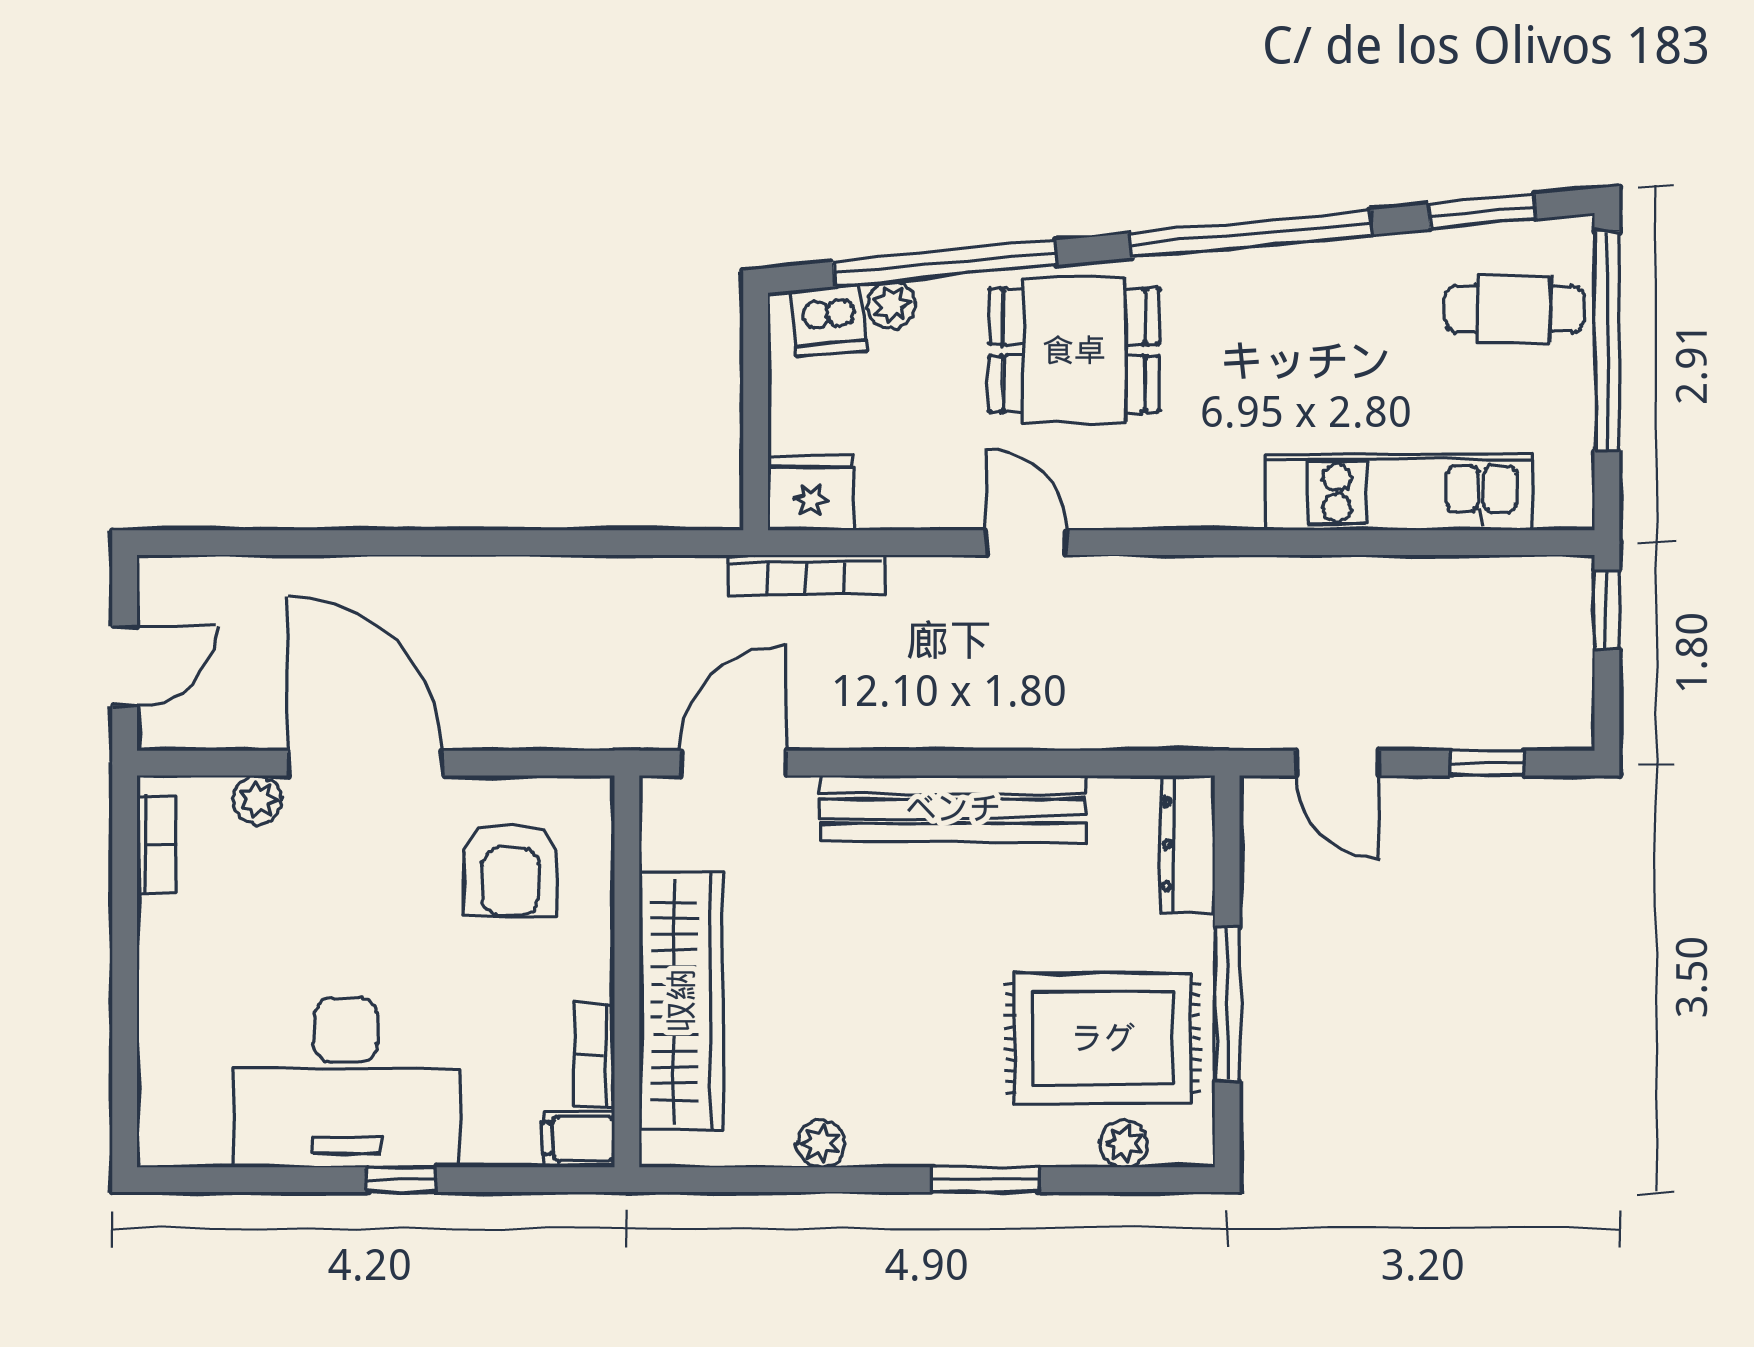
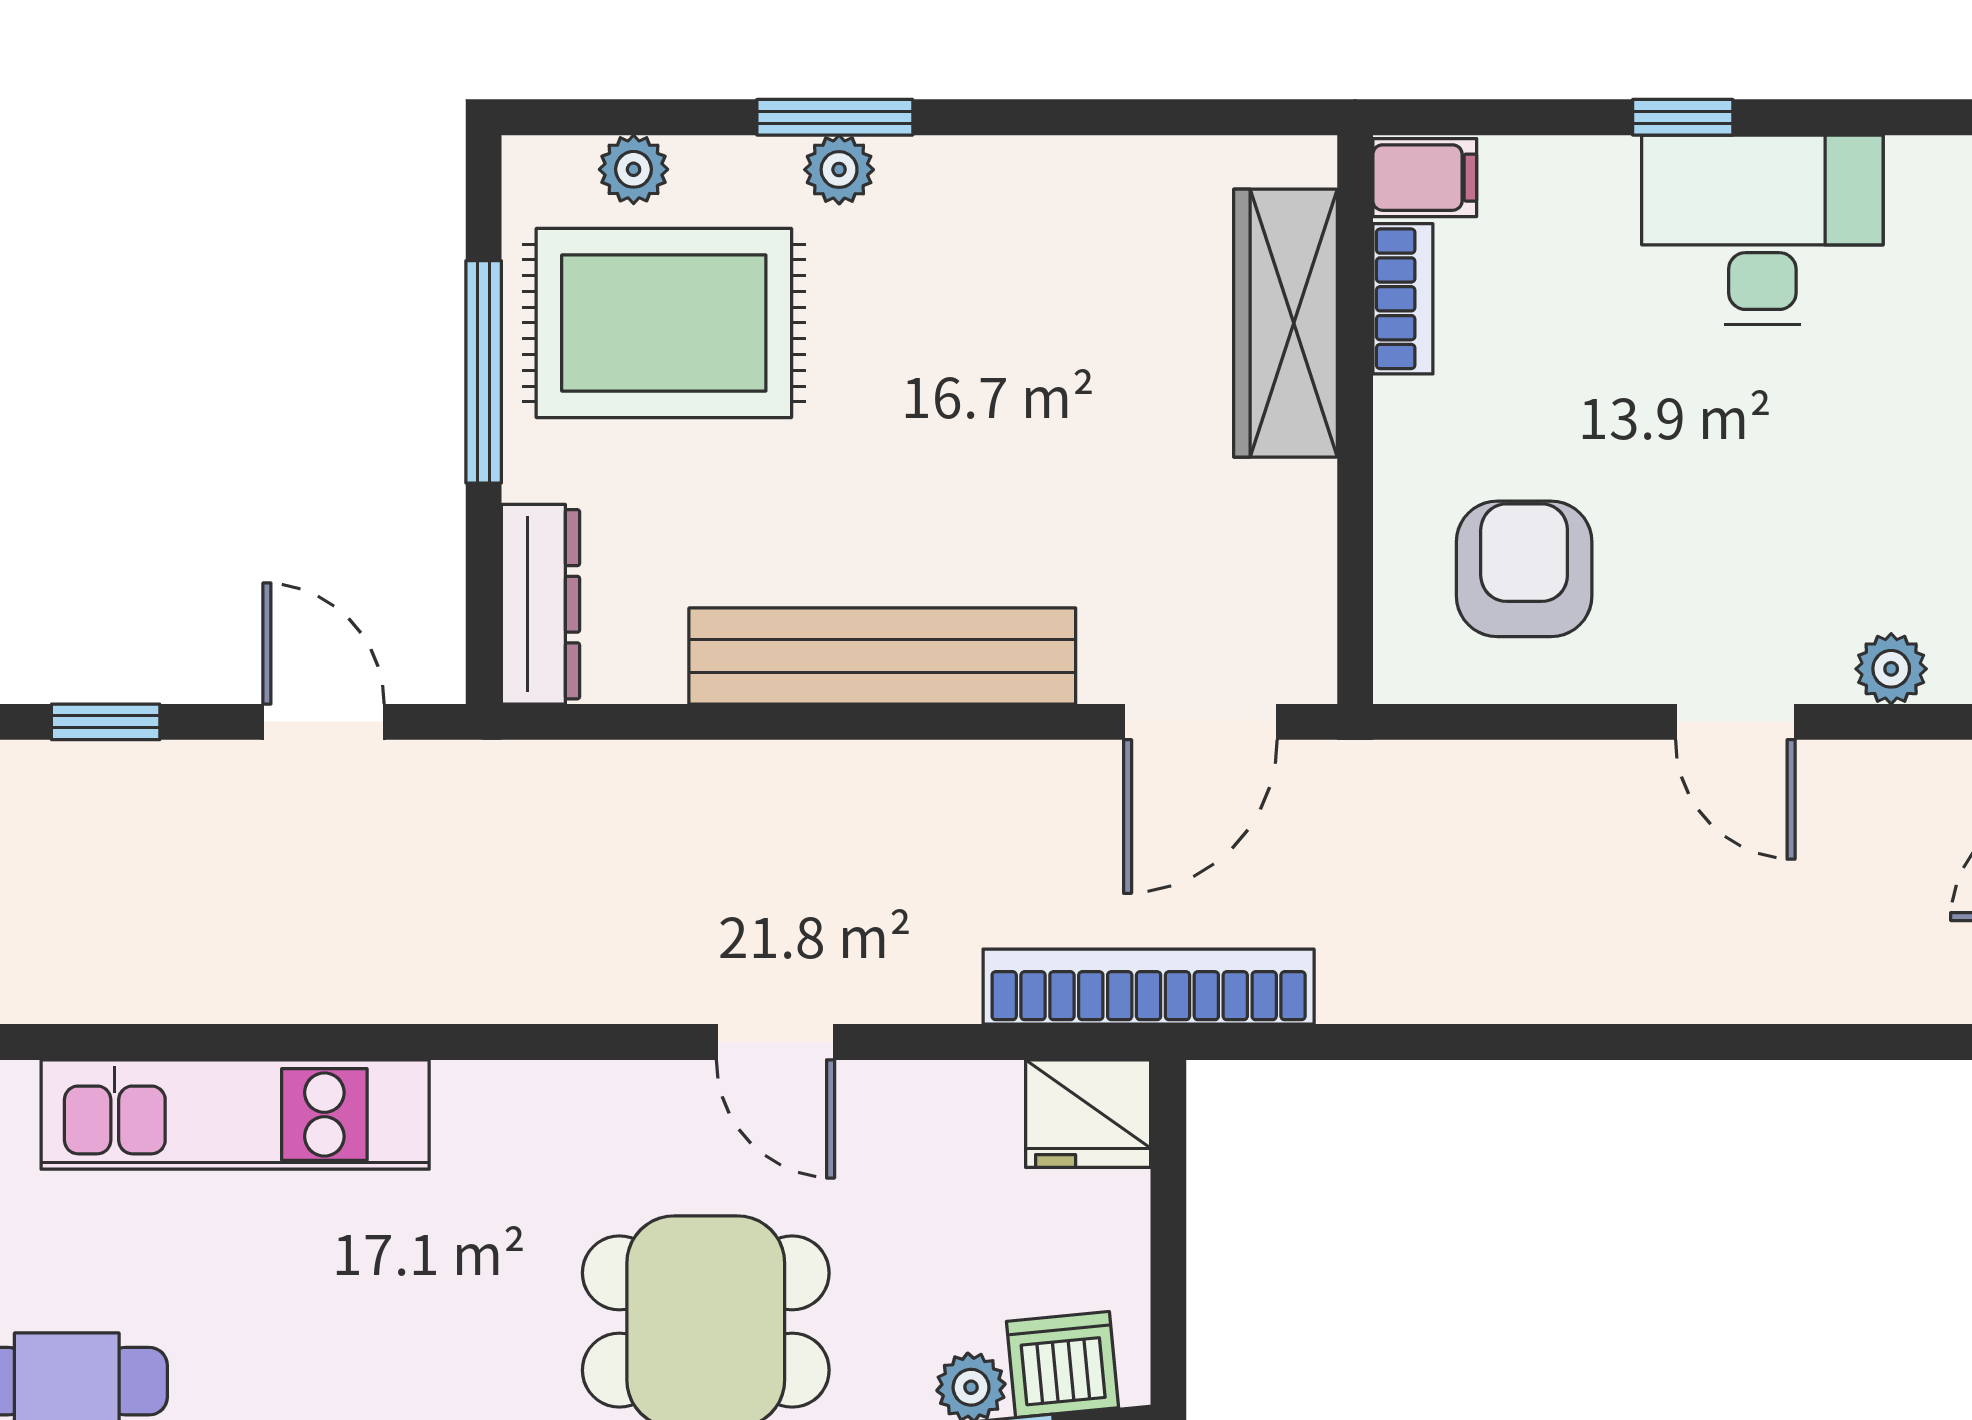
bookcase: (806, 575) -> (1149, 987), width x1.48, depth x1.31
door: (365, 763) -> (1735, 722), width x0.53
wardrobe: (681, 1001) -> (1285, 323), width x0.71, depth x0.85
desk: (346, 1082) -> (1762, 230), width x0.73, depth x0.77
plant: (821, 1144) -> (839, 170), moved

